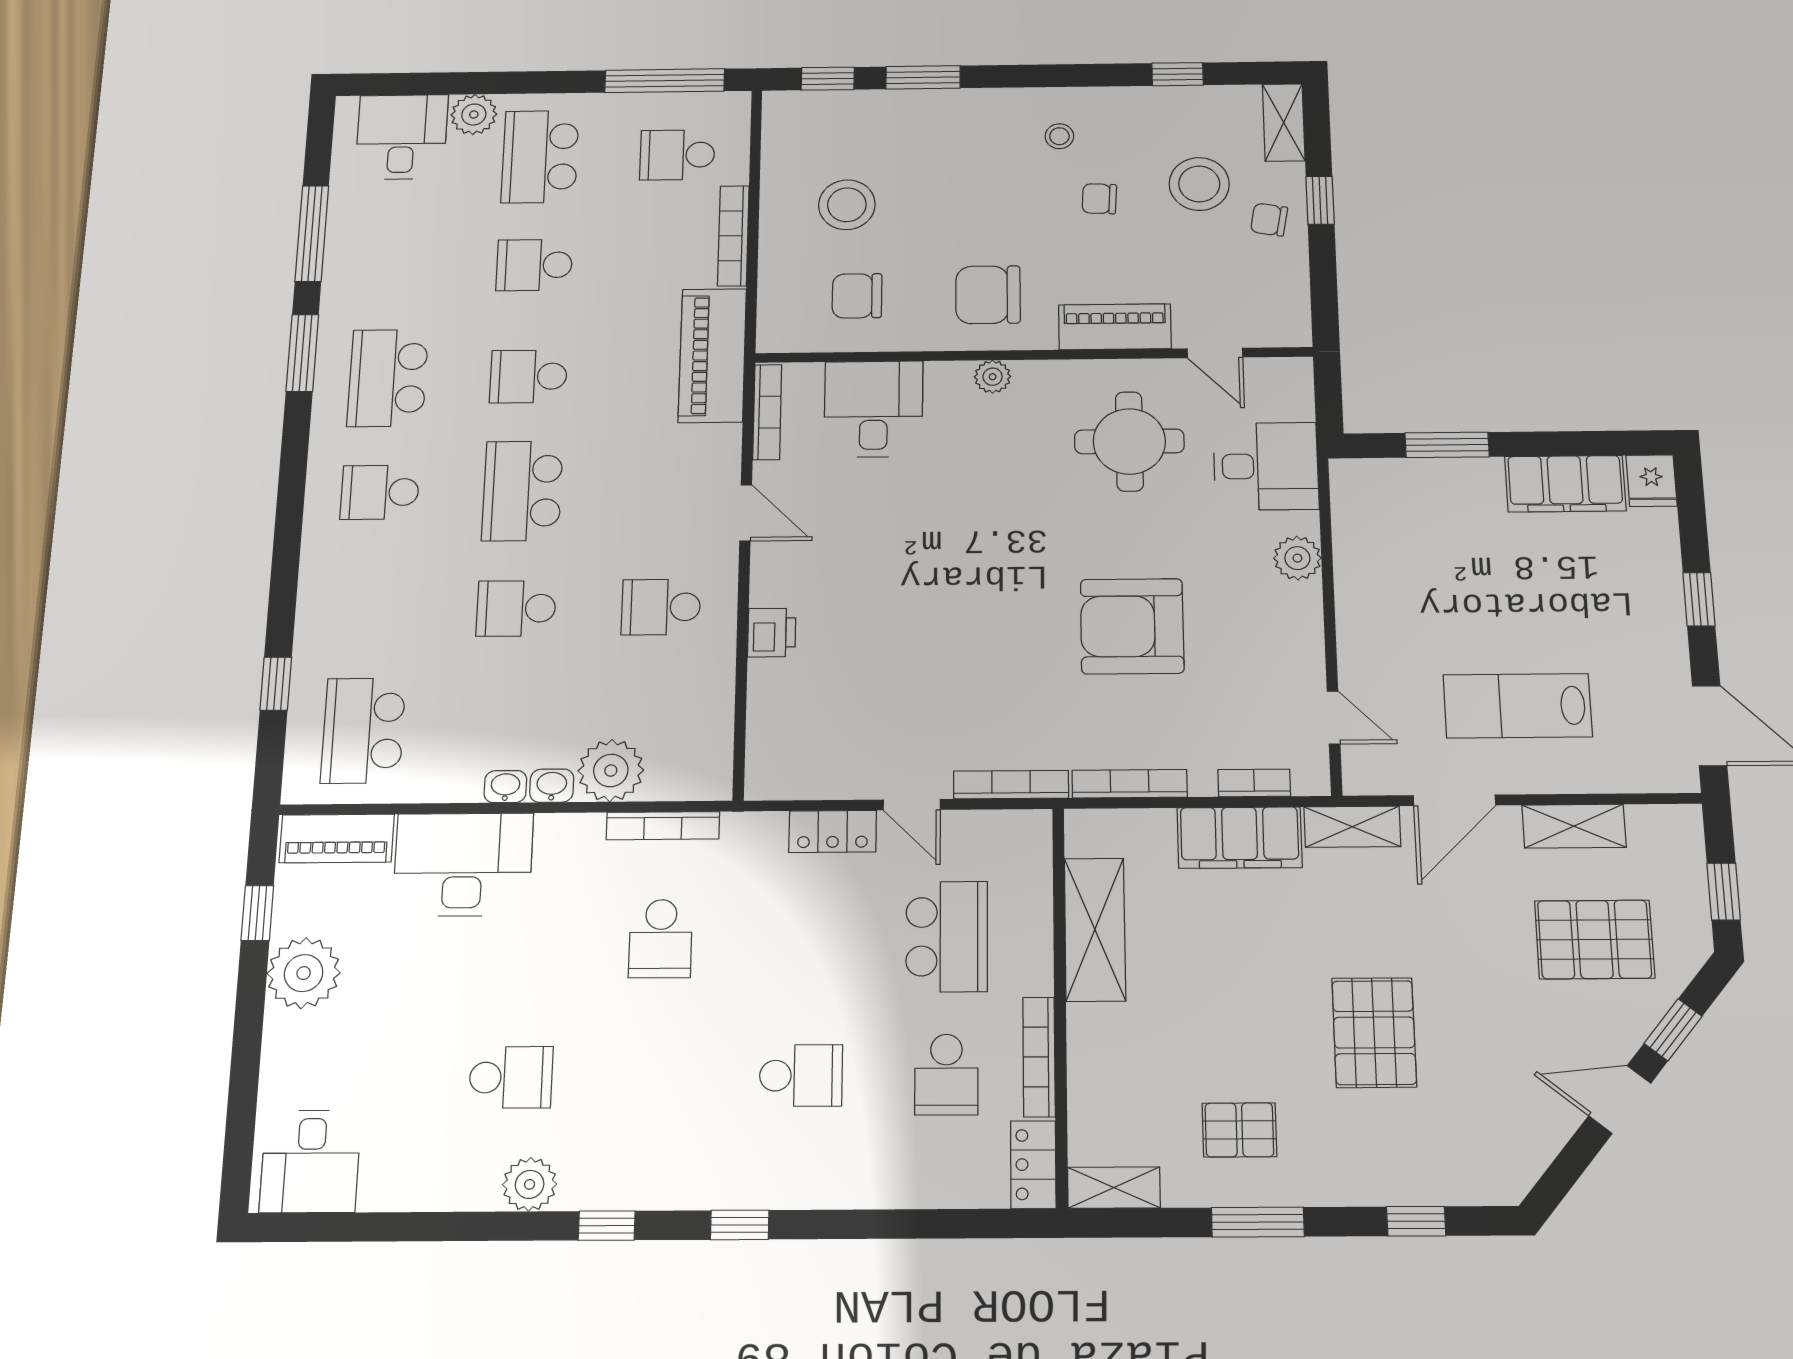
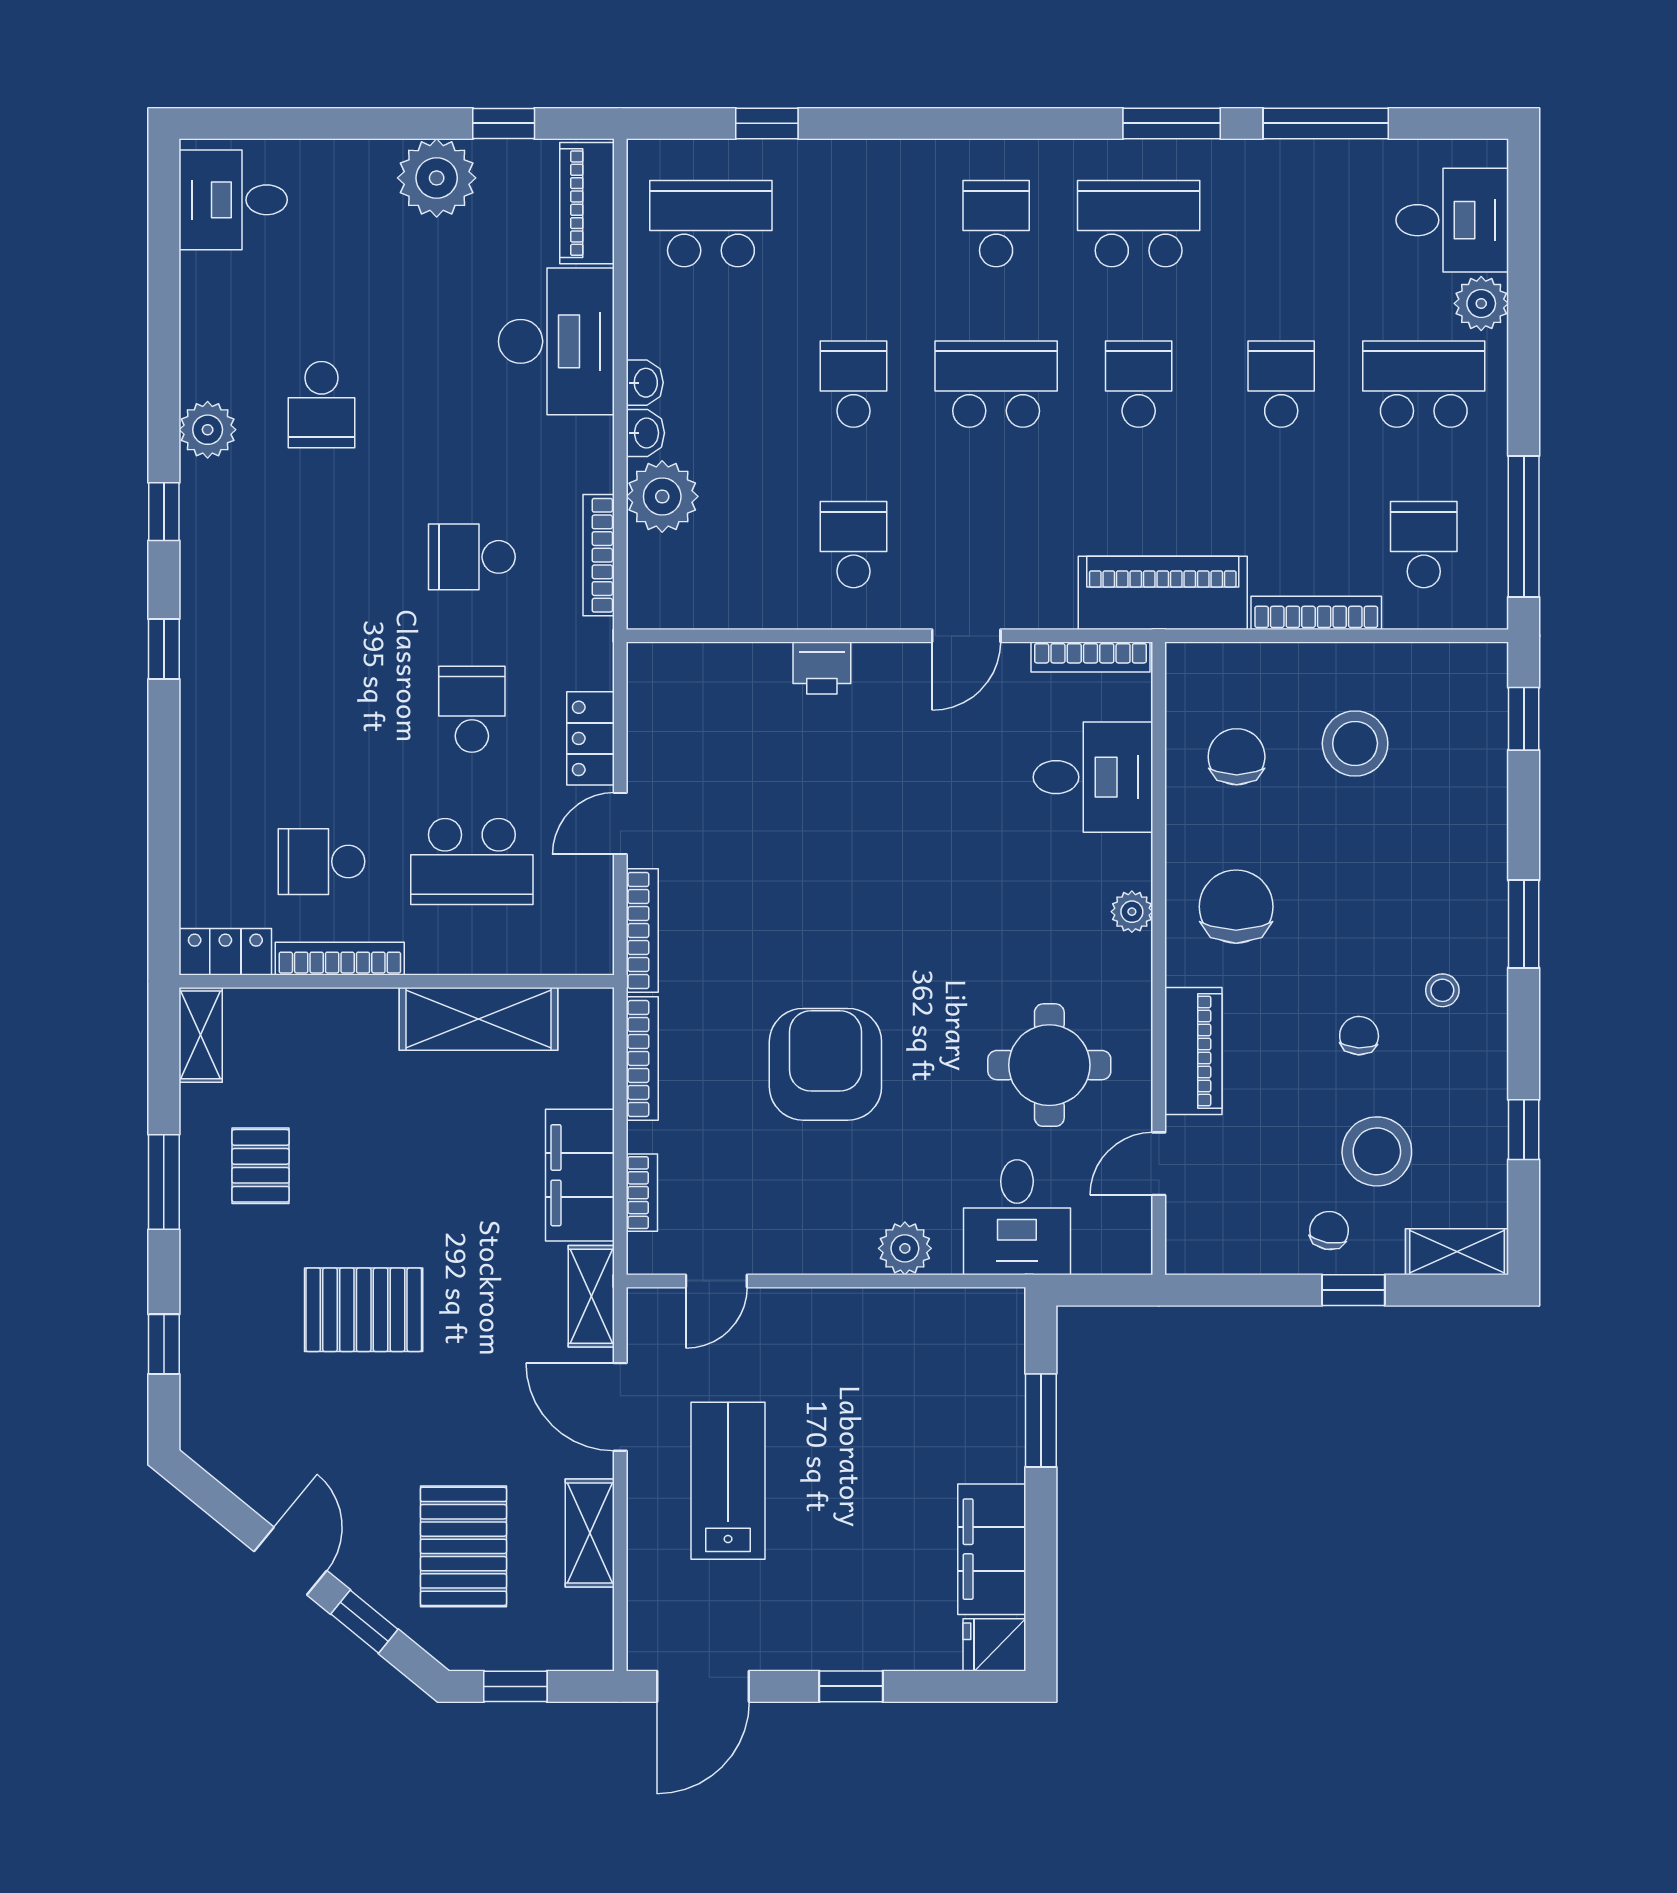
window: (923, 77) -> (1524, 924), moved
school desk: (801, 1075) -> (472, 709), moved, turned 180

